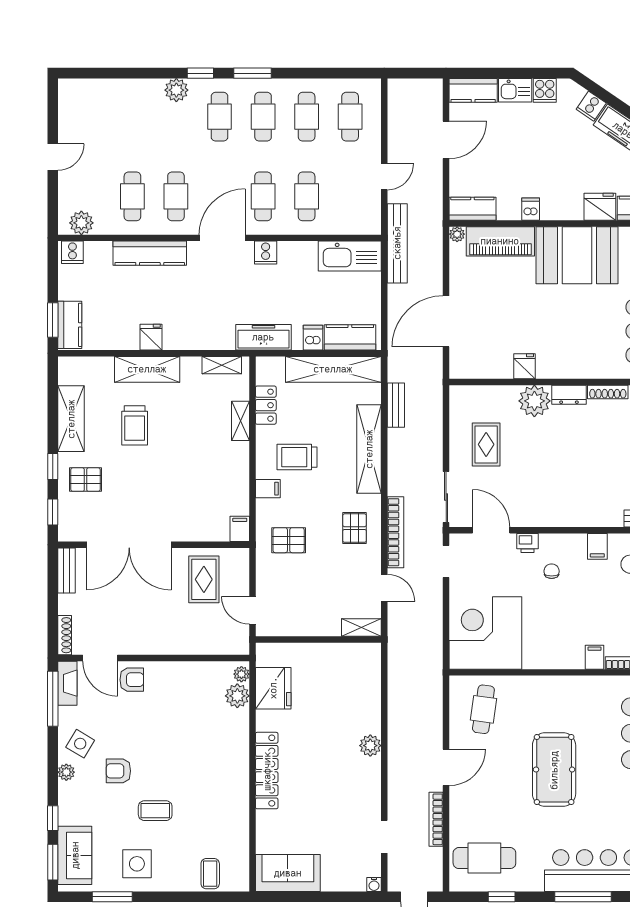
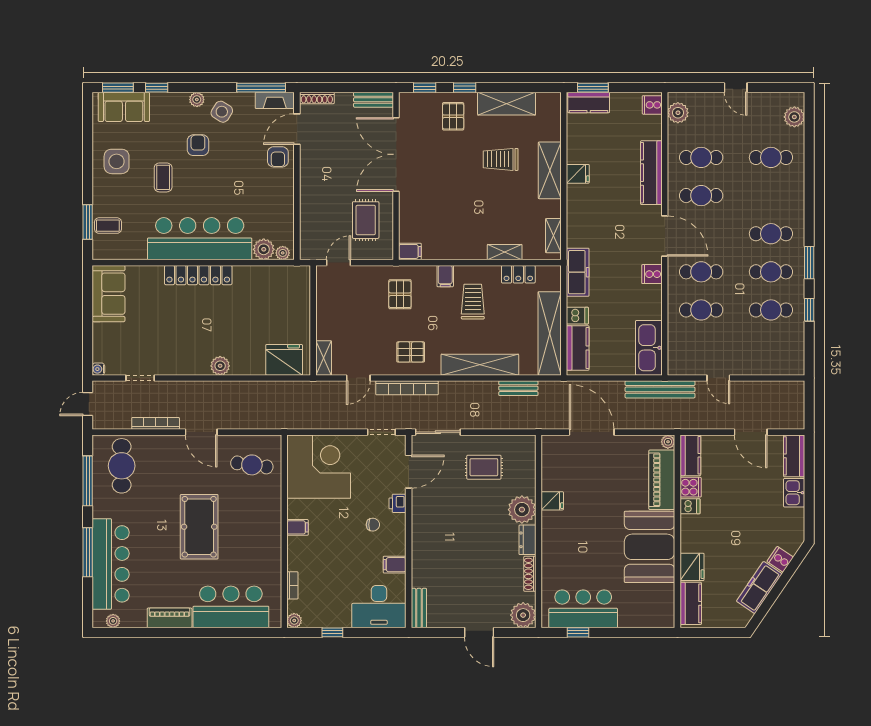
window: (200, 73) -> (809, 310), moved
plant: (176, 90) -> (794, 117), moved
cooker: (545, 90) -> (691, 487), moved, turned 180
cafe table: (350, 117) -> (771, 157), moved
rug: (204, 579) -> (366, 220), turned 90
filing cabinet: (595, 657) -> (298, 527), moved
fridge: (273, 688) -> (284, 360), moved, turned 180
bar counter: (225, 769) -> (200, 239), added
pool table: (554, 770) -> (199, 527), turned 90
window: (112, 897) -> (88, 222), moved
window: (502, 897) -> (88, 481), width x2.17

